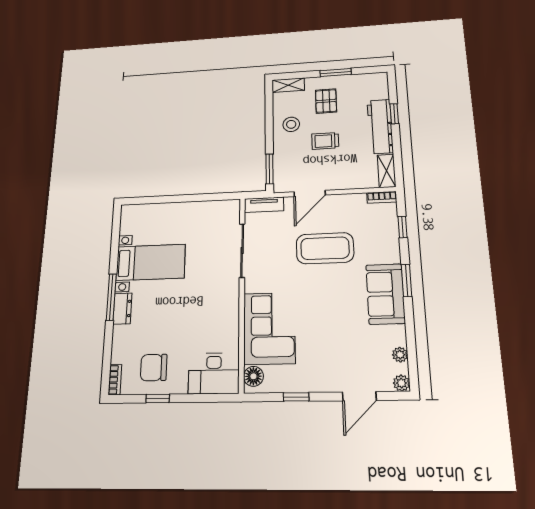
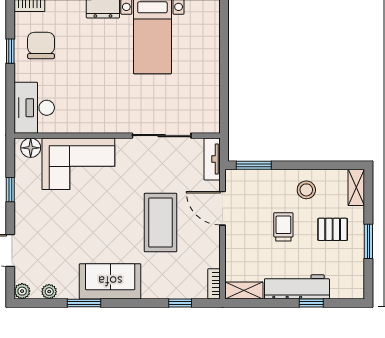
window: (407, 280) -> (84, 303), moved

